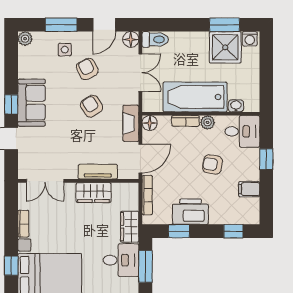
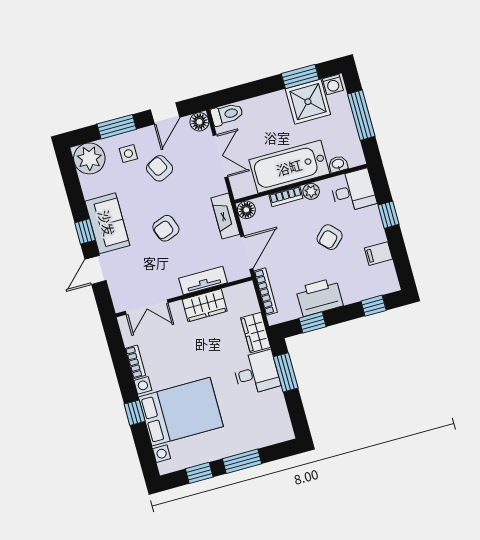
plant: (25, 39) -> (89, 158), width x1.87, depth x1.87
window: (266, 71) -> (361, 115), added
armchair: (92, 106) -> (166, 228), moved, turned -78
armchair: (212, 164) -> (330, 237), turned -53

